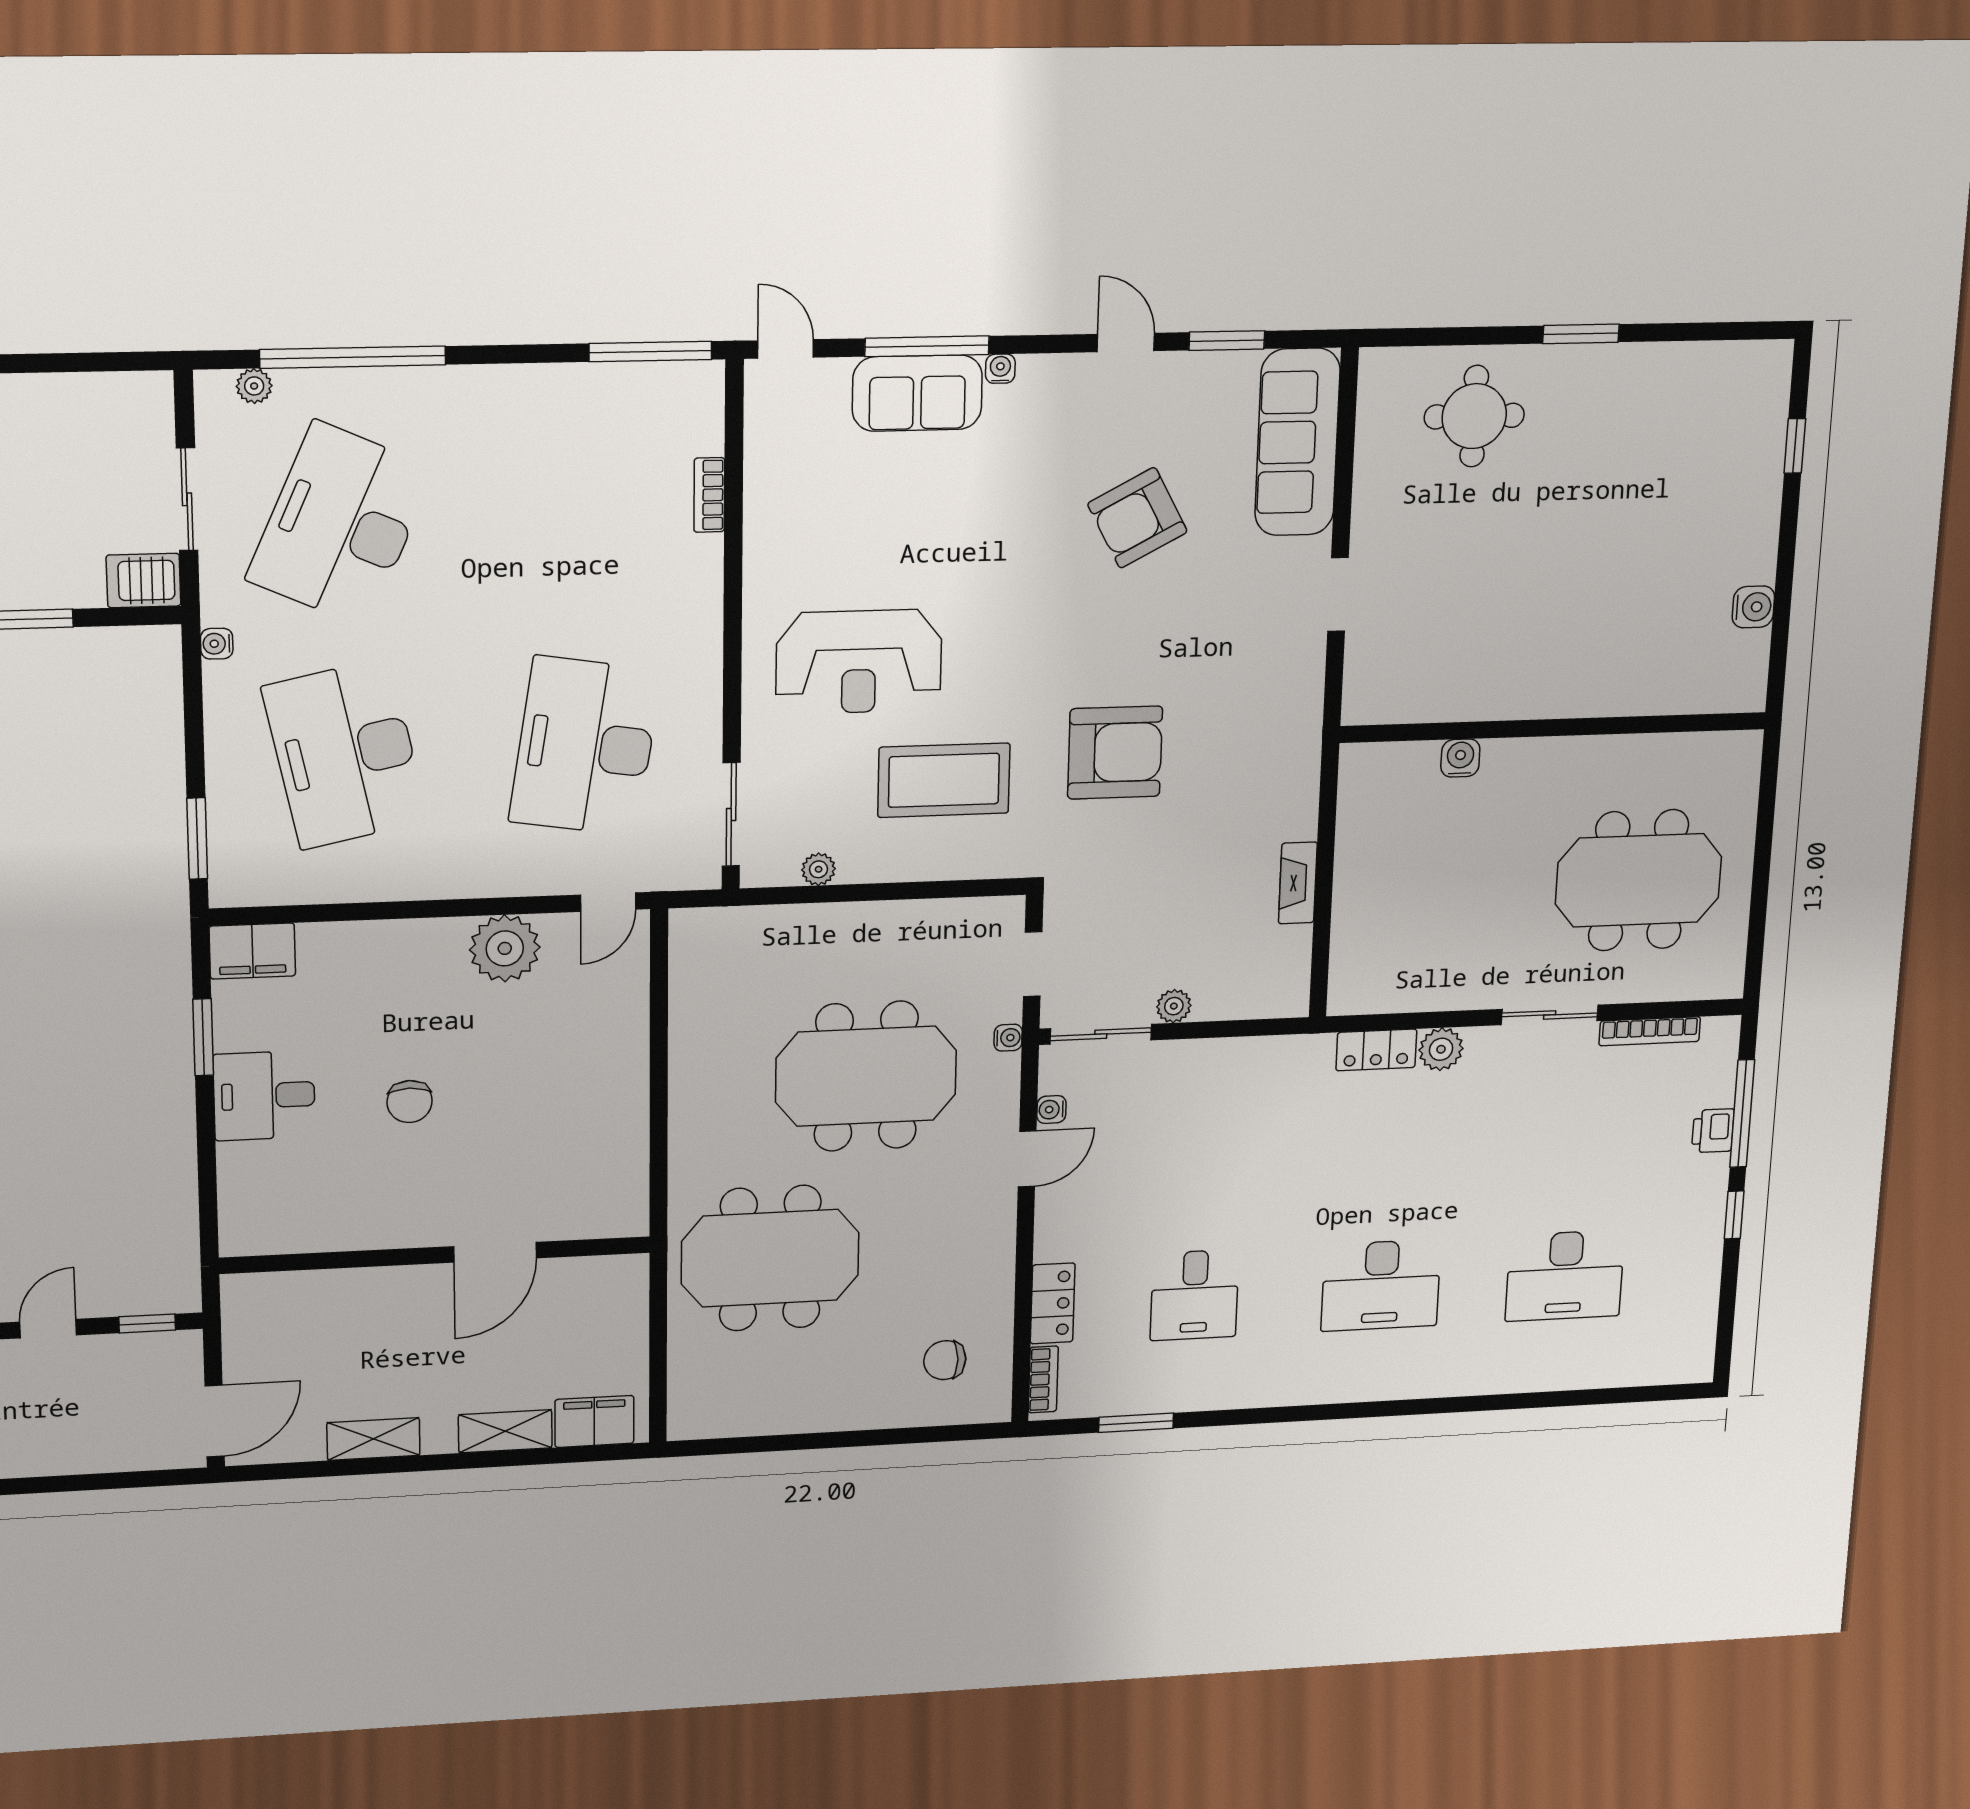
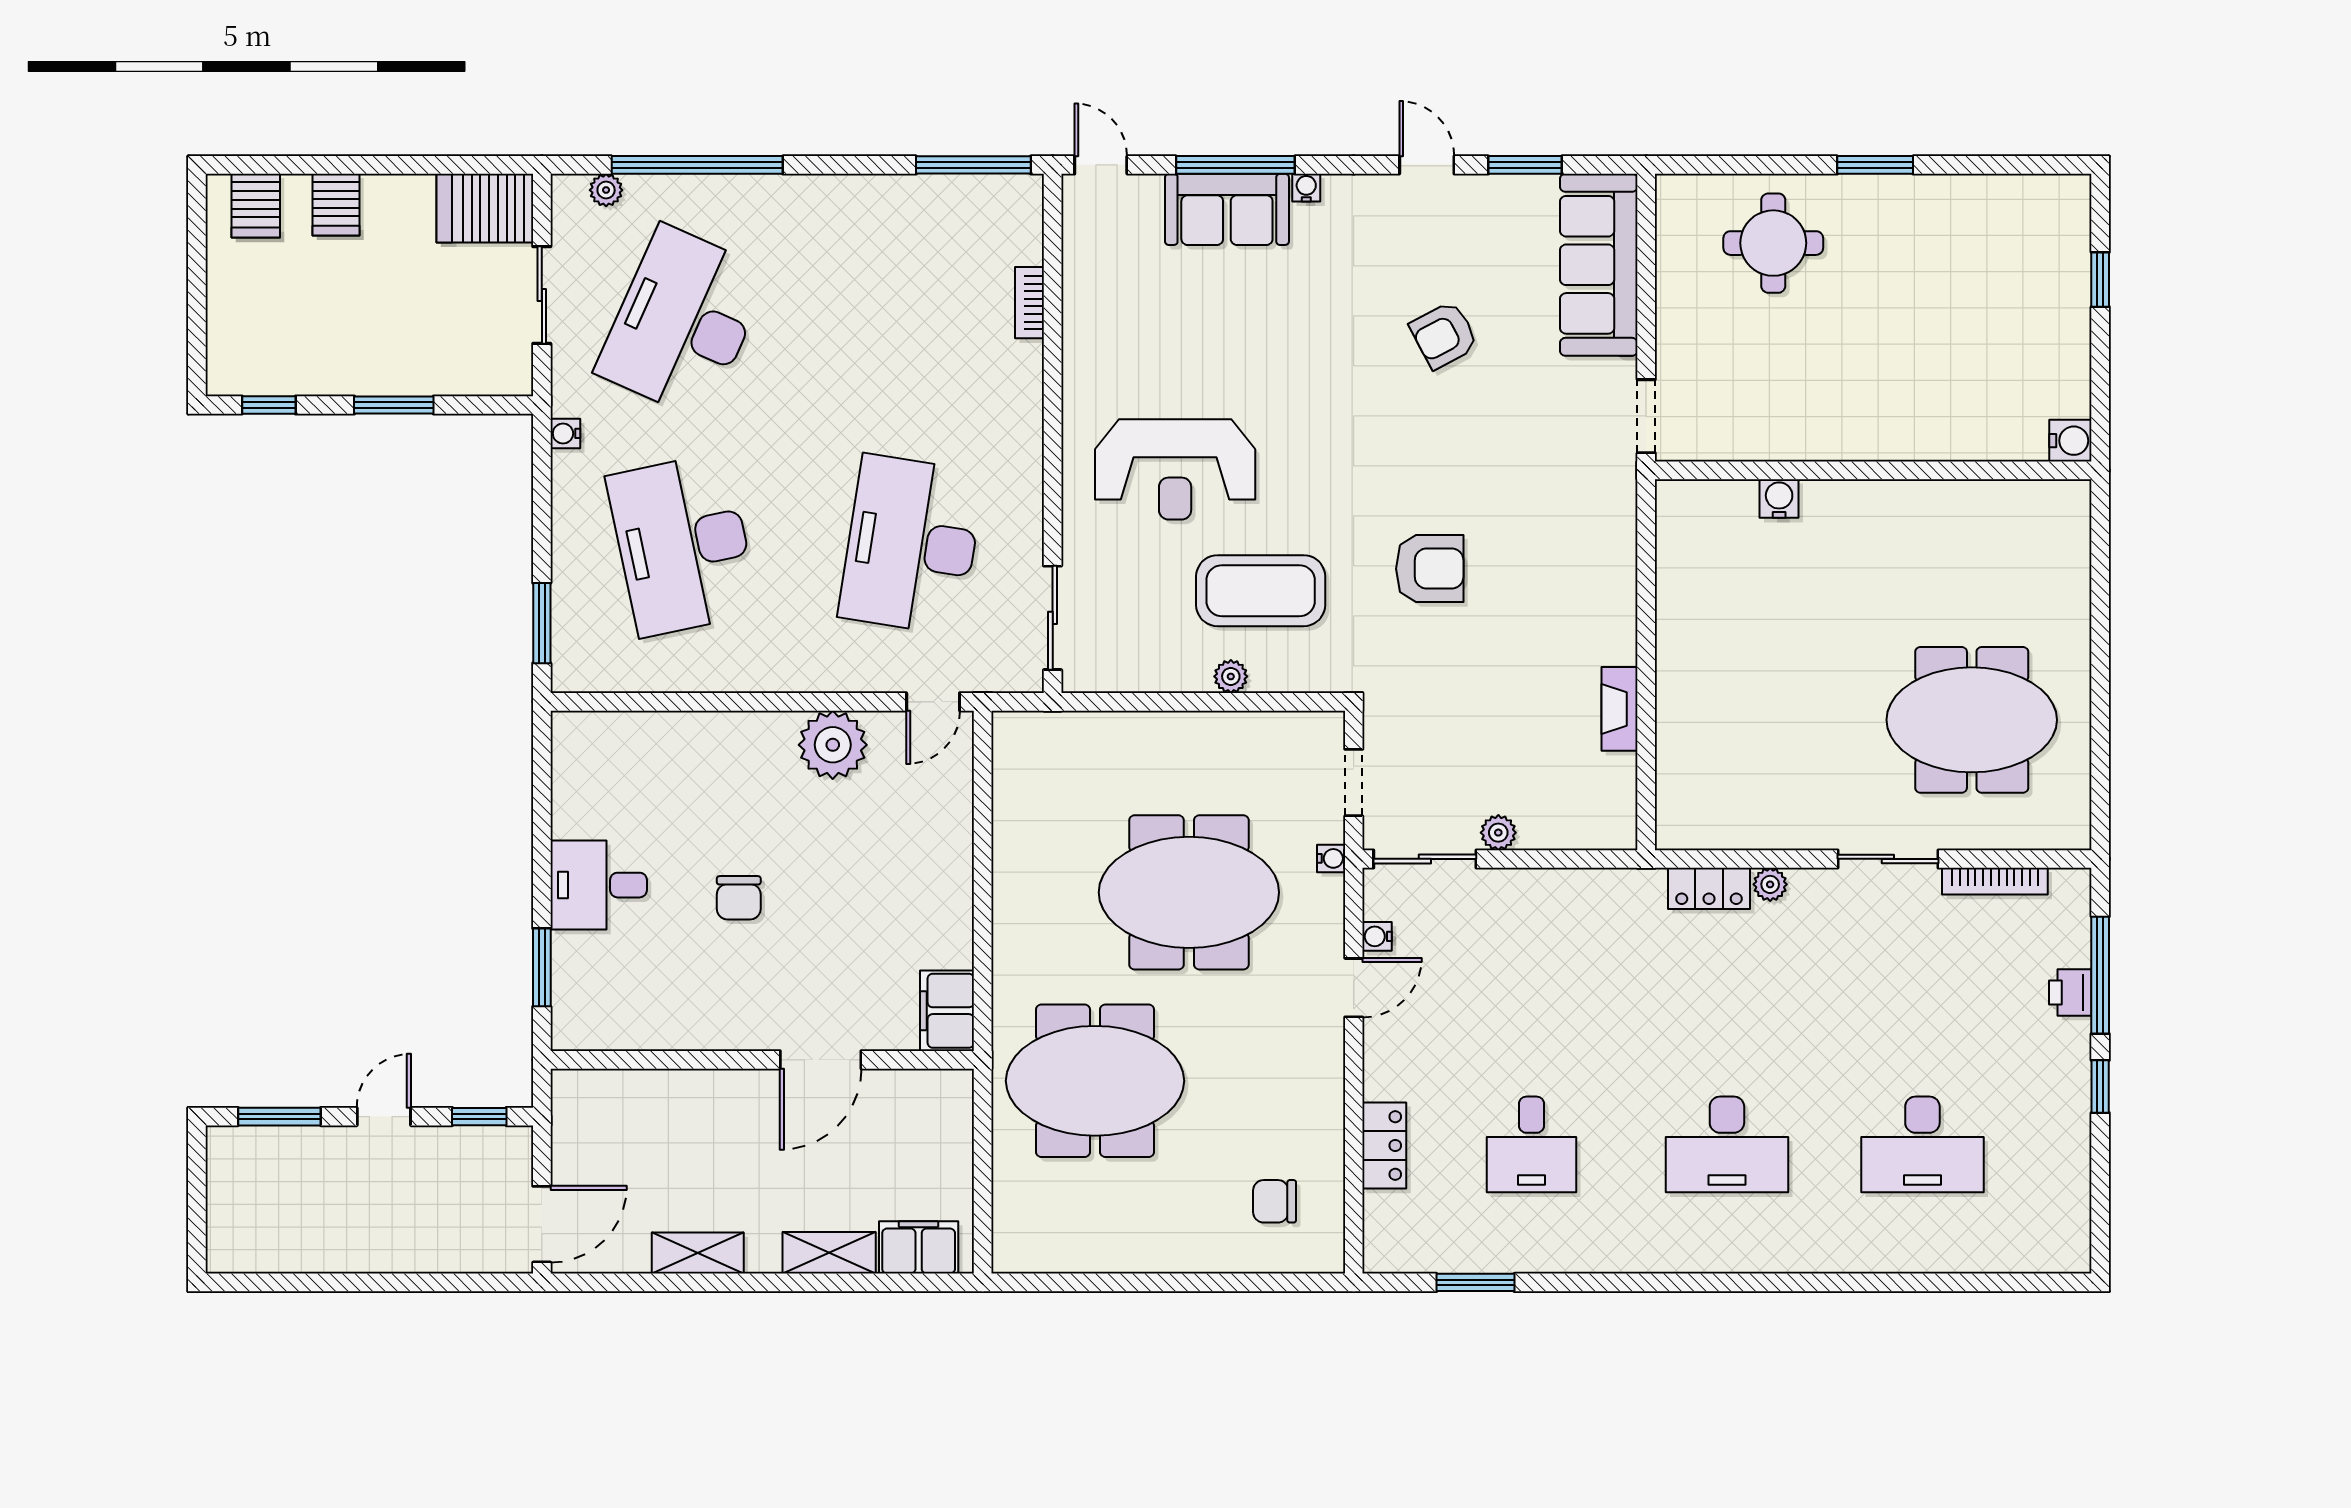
armchair: (1137, 518) -> (1444, 335), width x0.72, depth x0.72
server rack: (144, 580) -> (485, 208), moved, width x1.36, depth x1.44
wall: (1554, 728) -> (1873, 470), moved
armchair: (1115, 753) -> (1430, 569), width x0.73, depth x0.73
water cooler: (1460, 758) -> (1779, 499), moved
plant: (819, 869) -> (1231, 676), moved
filing cabinet: (252, 951) -> (947, 1011), moved, turned 90
window: (203, 1037) -> (542, 967), moved
plant: (1441, 1049) -> (1770, 884), width x0.73, depth x0.73
bookcase: (1043, 1379) -> (1377, 1229), removed

